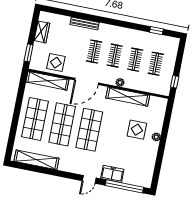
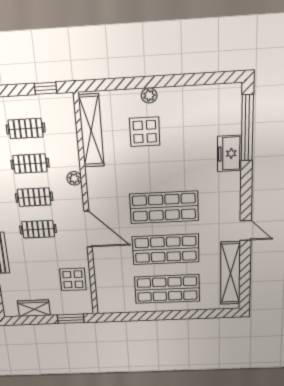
shelving: (47, 81) -> (104, 285), removed
shelving: (128, 97) -> (91, 131), moved
door: (89, 179) -> (246, 230), moved

